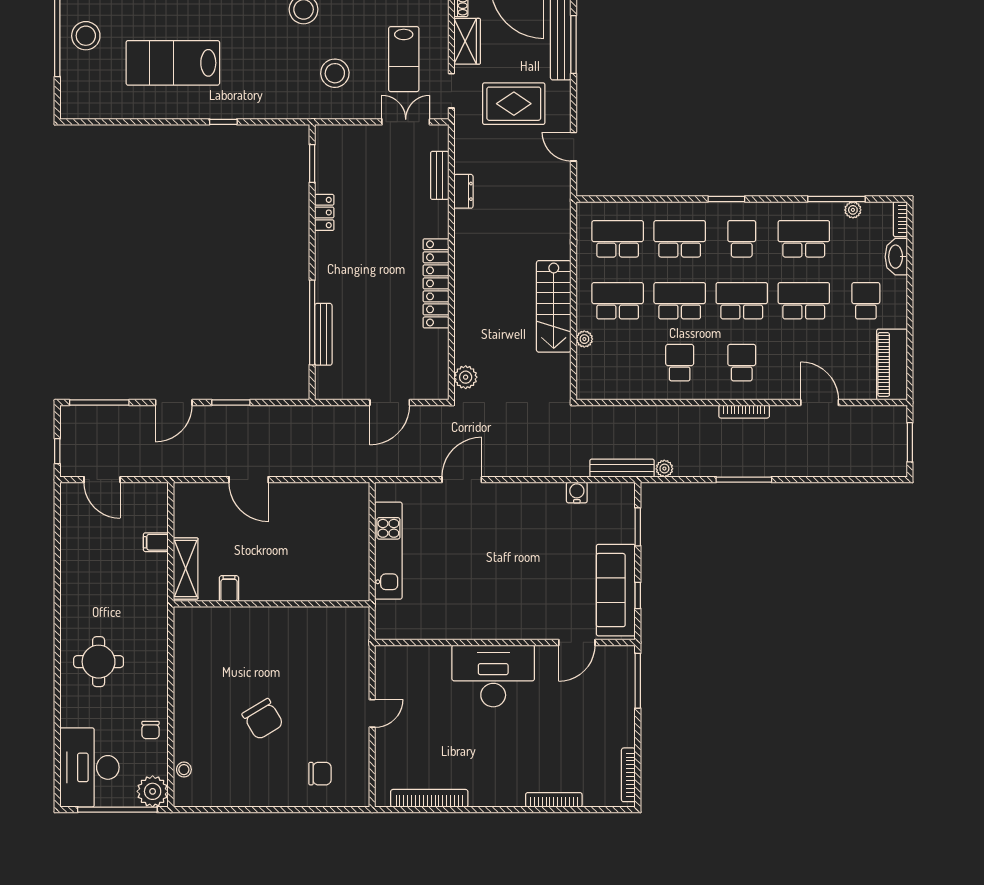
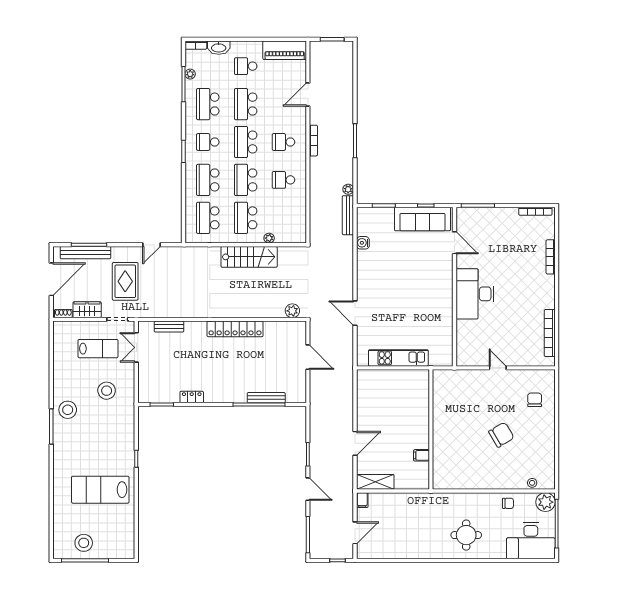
lab bench: (173, 63) -> (100, 490), turned 90
dresser: (464, 191) -> (179, 312), removed
filing cabinet: (156, 542) -> (362, 500), moved
shelving: (186, 568) -> (375, 482), moved

